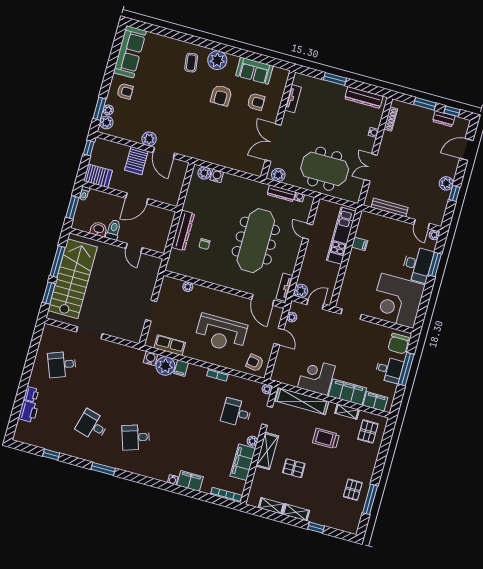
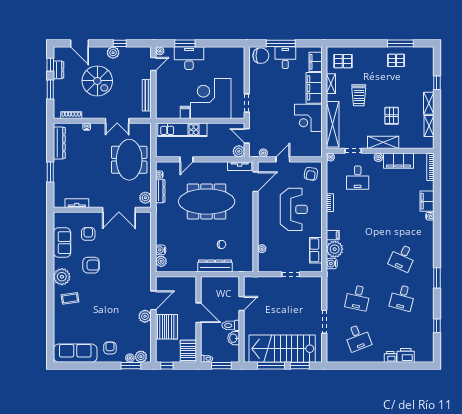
spiral stairs: (420, 158) -> (97, 81), added
server rack: (136, 161) -> (166, 327), width x1.60
corner desk: (397, 301) -> (211, 98), moved, turned 180
desk: (106, 377) -> (358, 298), added
desk: (136, 437) -> (402, 258), turned 42

